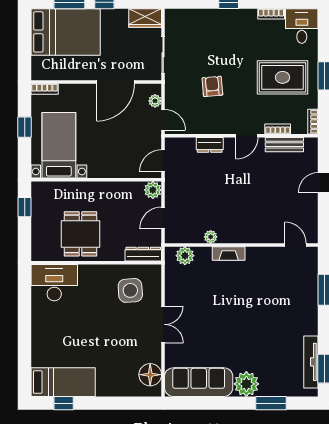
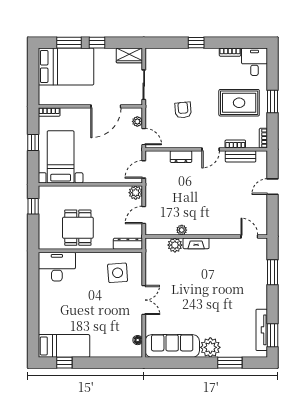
plant: (185, 256) -> (175, 245), moved
floor lamp: (150, 375) -> (138, 340), width x0.53, depth x0.53

